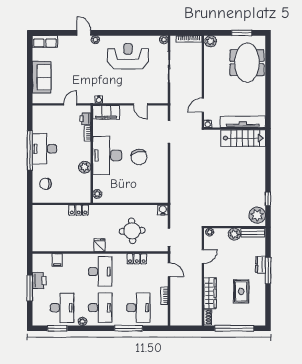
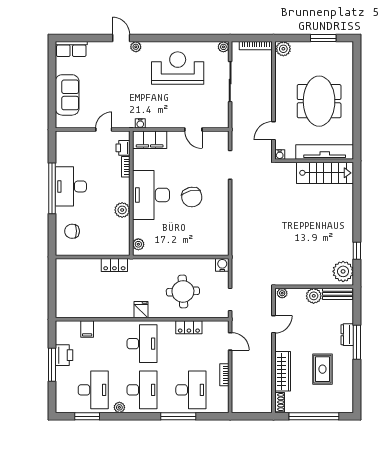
meeting table: (247, 63) -> (319, 101), moved

